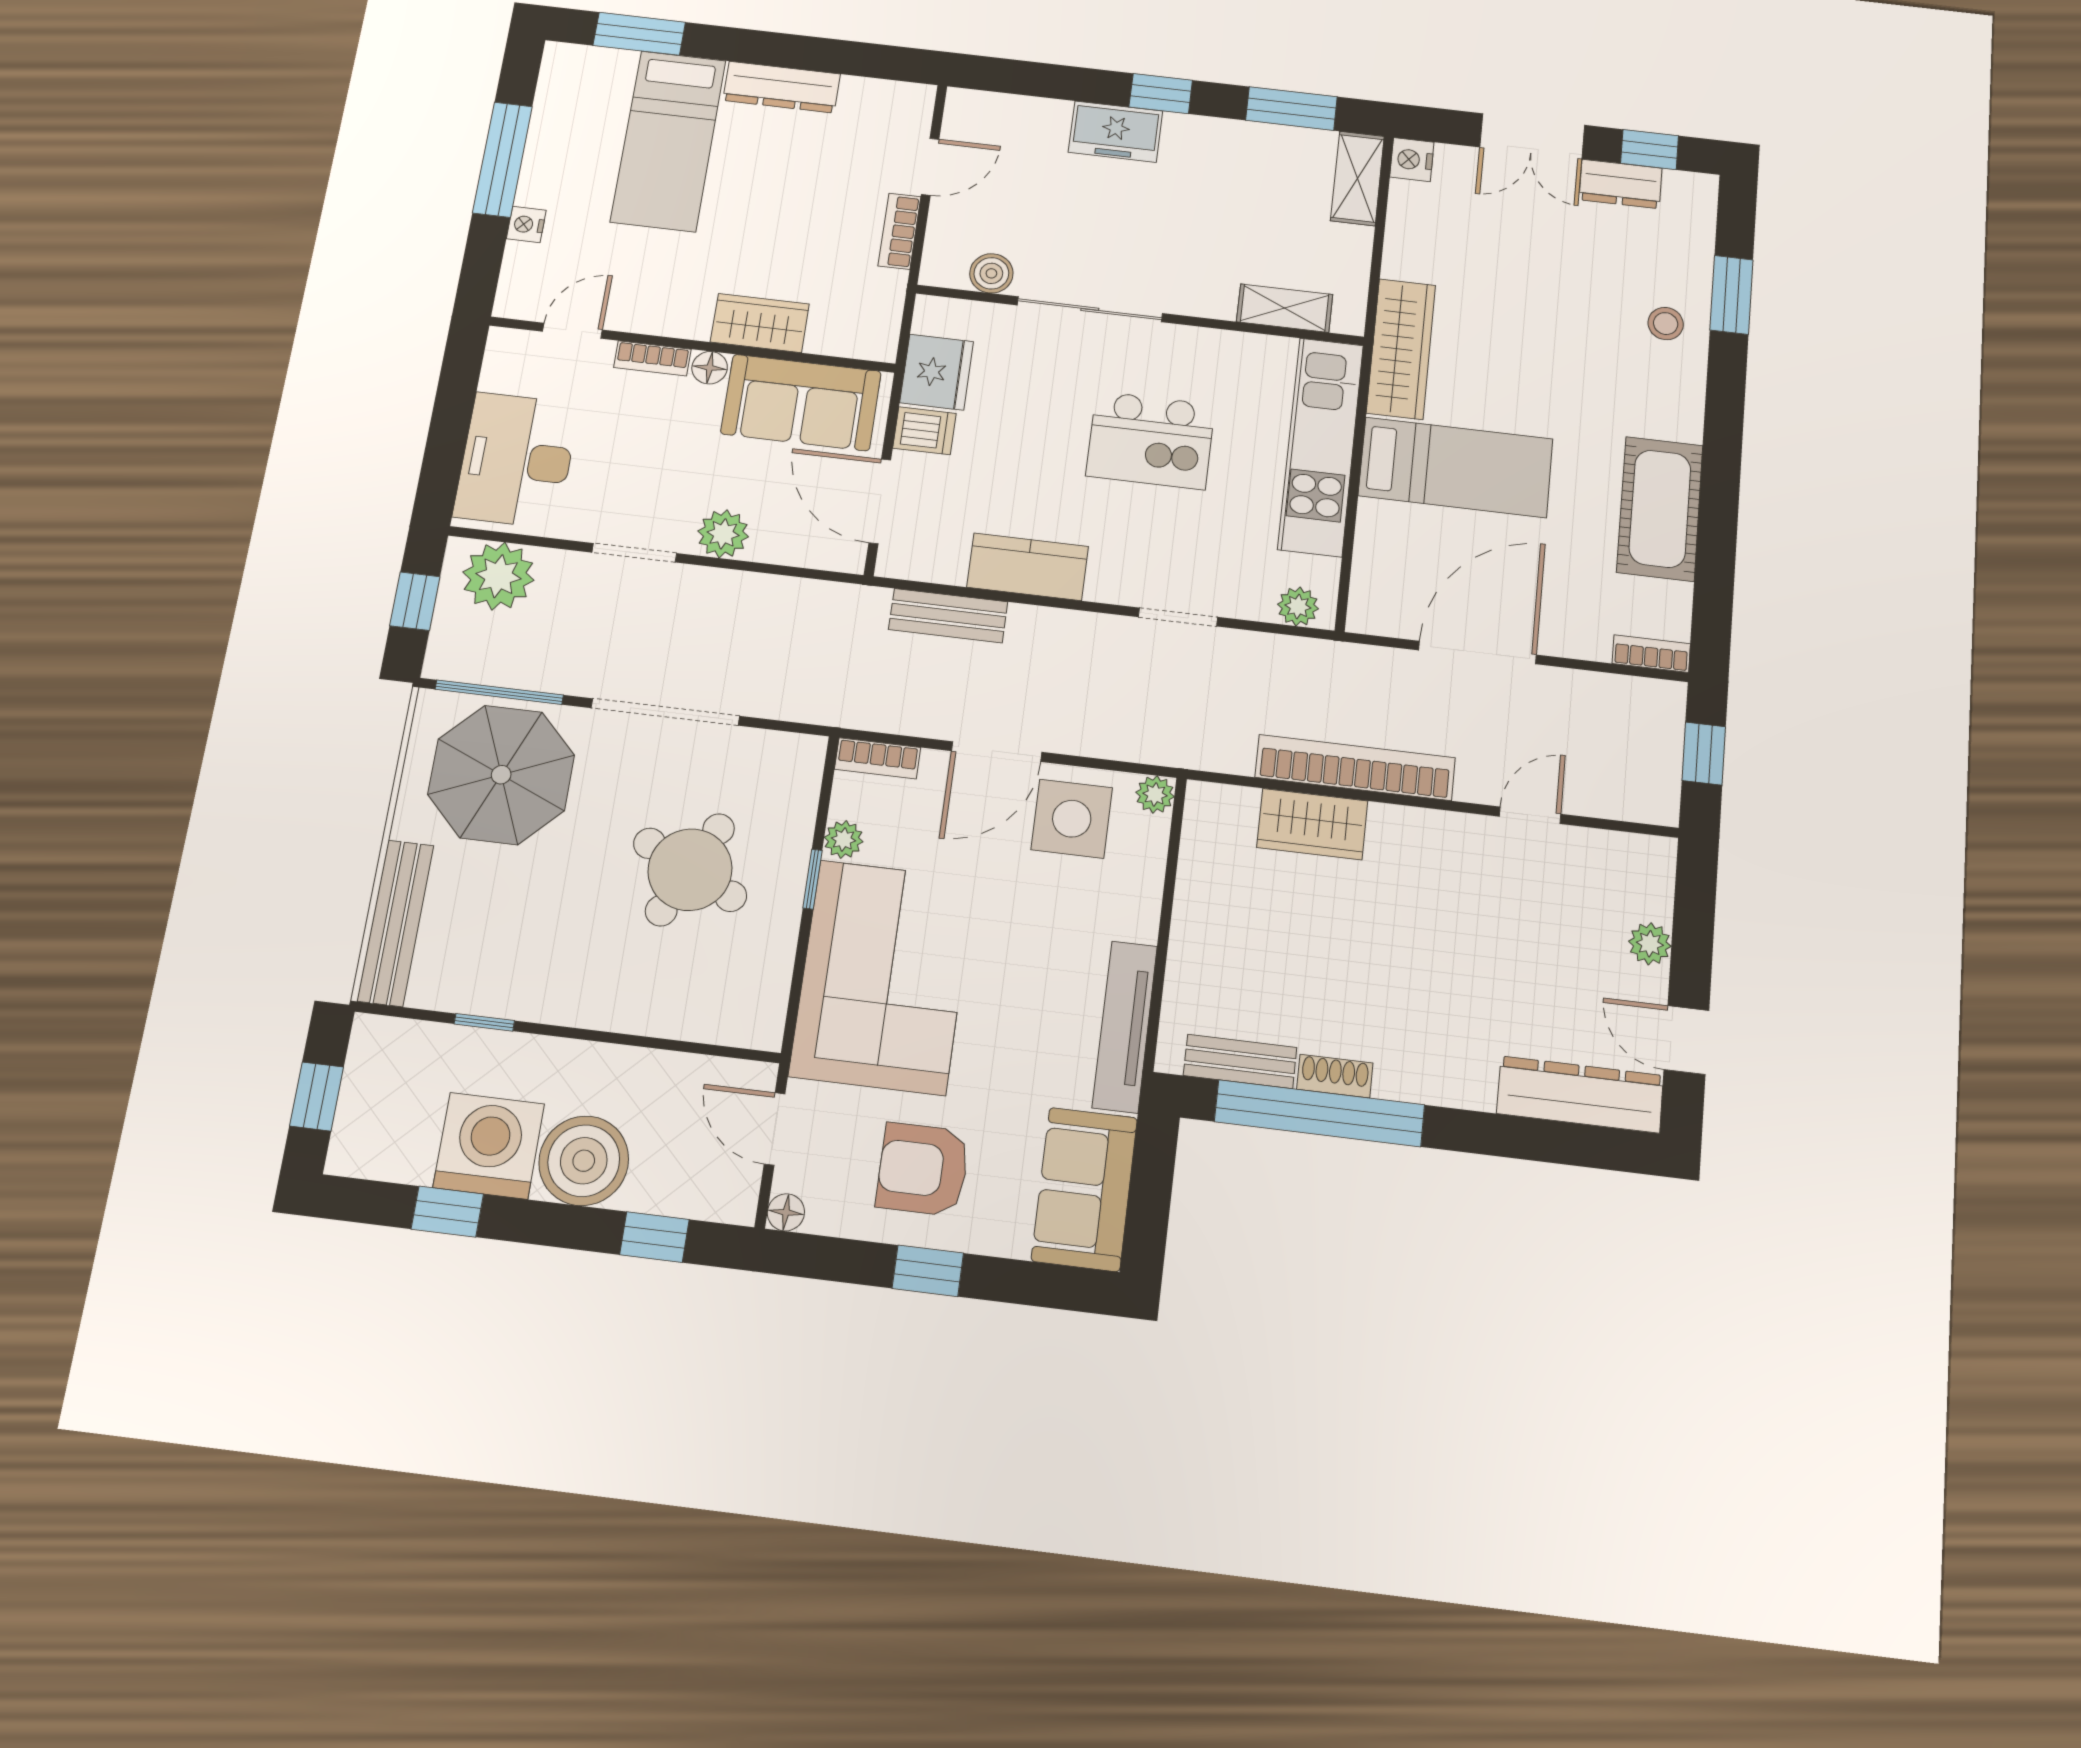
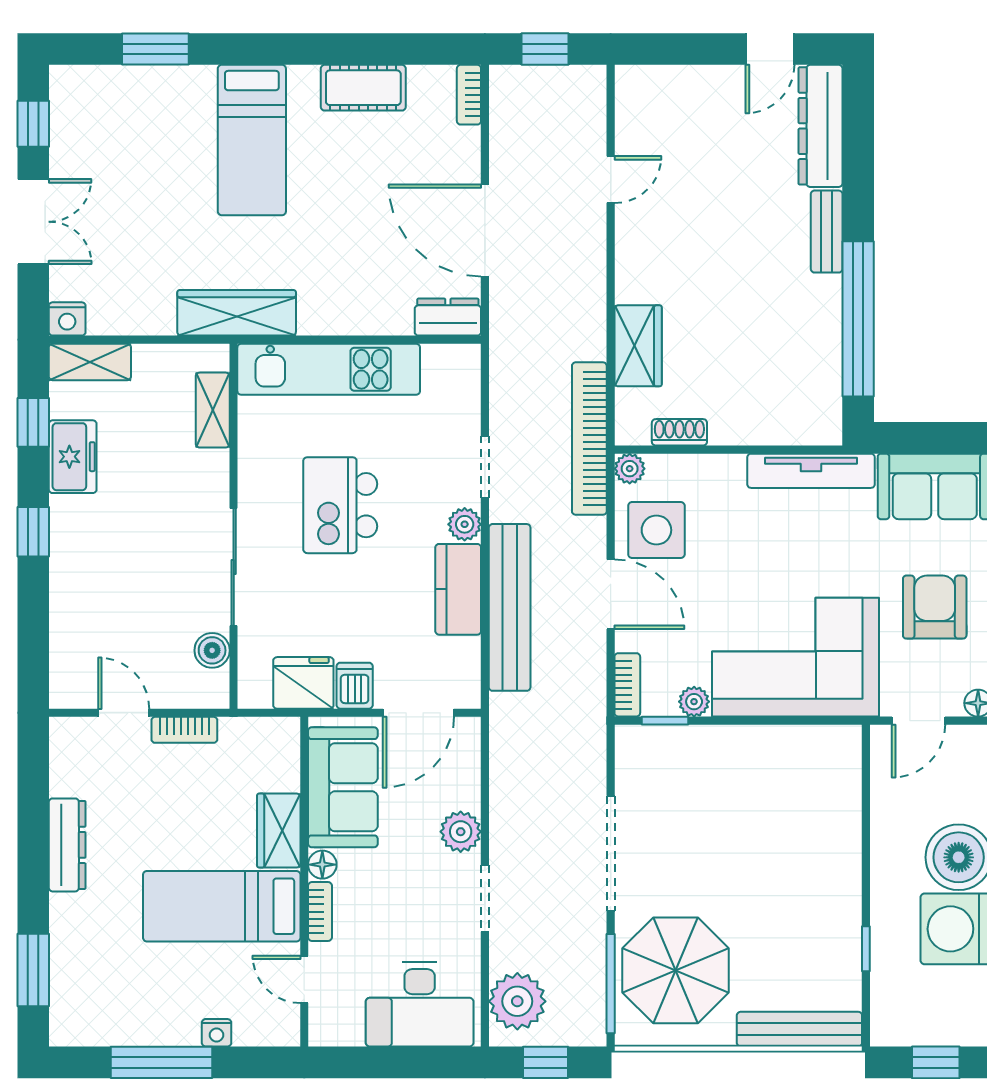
window: (1291, 109) -> (33, 422), width x0.67
freezer: (1116, 132) -> (73, 457), moved
bed: (668, 141) -> (222, 906), moved, turned 180
dresser: (1621, 184) -> (448, 317), moved, turned -90
stool: (1666, 324) -> (188, 101), removed
kitchen island: (1151, 440) -> (340, 505), turned 180
bed: (1456, 467) -> (252, 140), moved, turned 180
cot: (1660, 509) -> (363, 88), width x0.73, depth x0.75
plant: (1298, 606) -> (465, 524), moved
bench: (948, 616) -> (510, 607), width x1.86, depth x1.21
bookcase: (1355, 768) -> (589, 439), moved
door: (1530, 815) -> (611, 180), swing flipped
round table: (690, 870) -> (732, 814), removed
window: (812, 879) -> (665, 721), moved
plant: (1650, 944) -> (700, 81), removed
bench: (1240, 1061) -> (827, 232), moved
shoe rack: (1335, 1076) -> (679, 432), moved, turned 90
armchair: (923, 1169) -> (935, 607), turned 180

